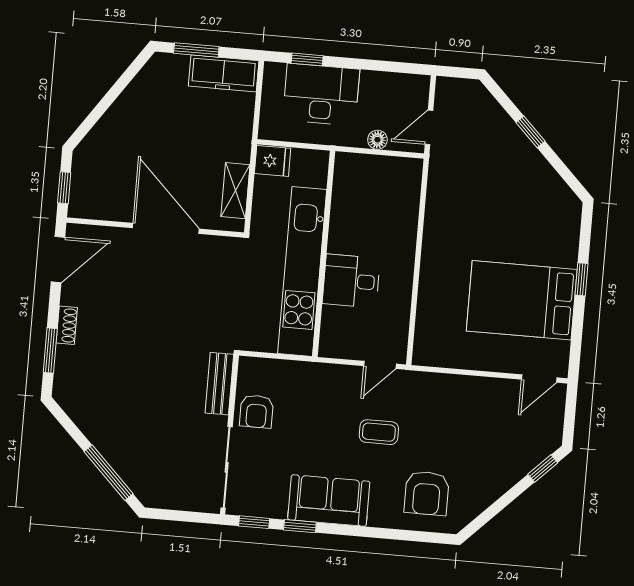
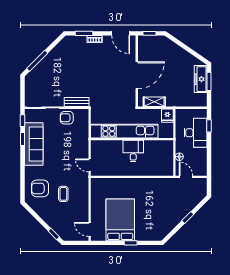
freezer: (224, 73) -> (201, 79), moved
desk: (351, 281) -> (133, 151), moved
coffee table: (379, 432) -> (63, 194), moved
sofa: (329, 501) -> (34, 144), width x1.36

